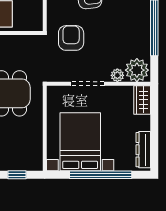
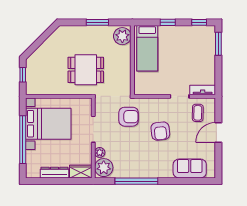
dresser: (143, 150) -> (55, 173), moved

